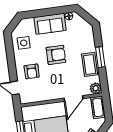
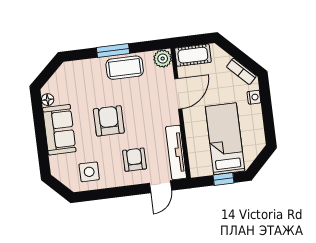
armchair: (32, 71) -> (135, 160), turned -90
tv unit: (37, 98) -> (176, 152), added
door: (74, 98) -> (178, 94), hinge flipped

